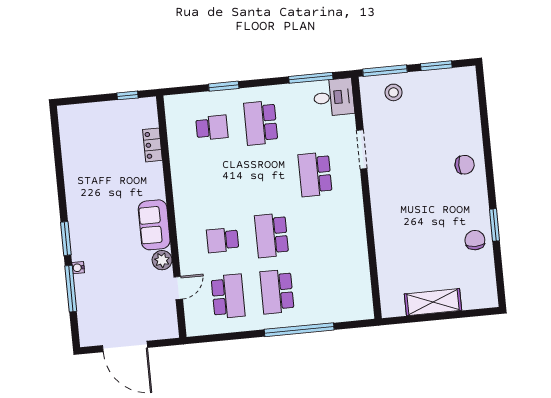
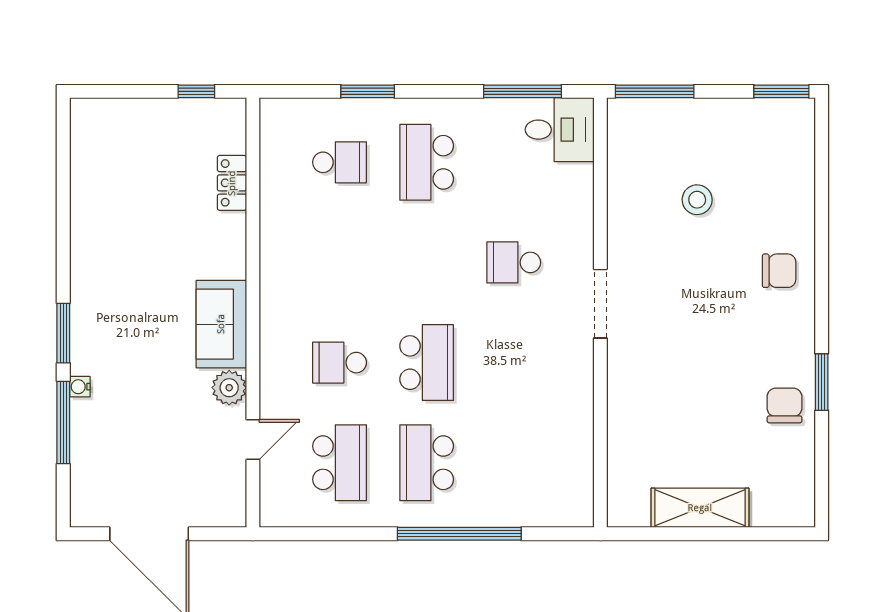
window: (436, 66) -> (781, 91), moved
stool: (393, 92) -> (697, 200), moved
doorway: (362, 149) -> (600, 304), moved
school desk: (315, 174) -> (514, 262), width x0.54
school desk: (272, 235) -> (427, 363), turned 180

